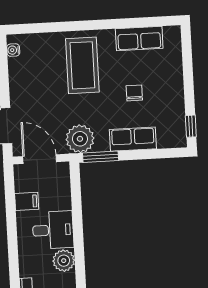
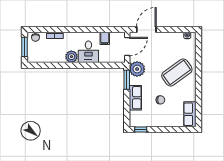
row of seats: (139, 39) -> (190, 114), moved
coffee table: (82, 65) -> (177, 73), turned -36

